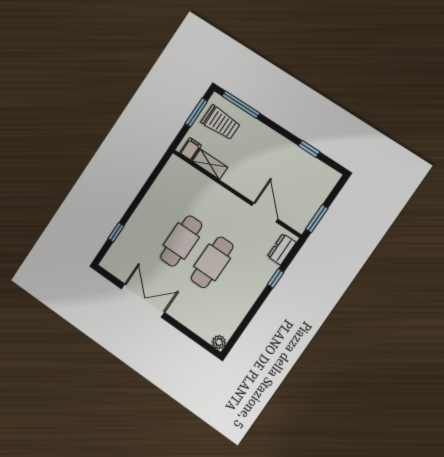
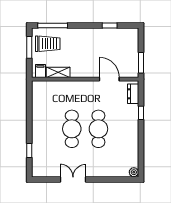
double door: (143, 301) -> (73, 180), width x0.73

